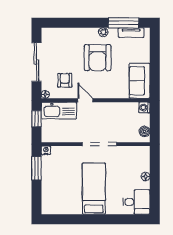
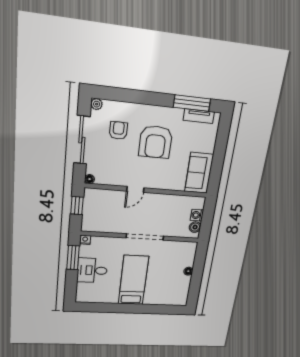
plant: (103, 32) -> (97, 104), moved
armchair: (65, 80) -> (118, 130), moved
door: (85, 100) -> (135, 189), swing flipped
washing machine: (144, 108) -> (197, 215), moved
kitchen sink: (59, 111) -> (104, 198), removed
desk: (136, 202) -> (92, 270), moved, turned 180

